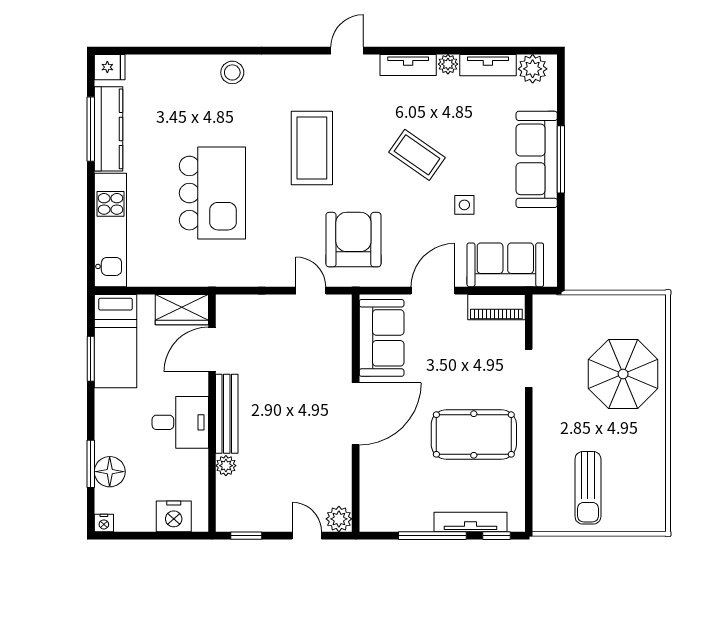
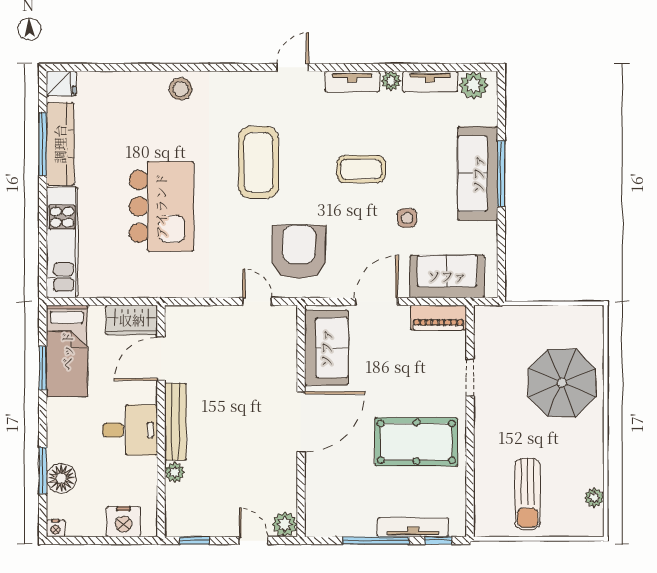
coffee table: (417, 155) -> (361, 169), turned -35
plant: (656, 492) -> (594, 498), added

